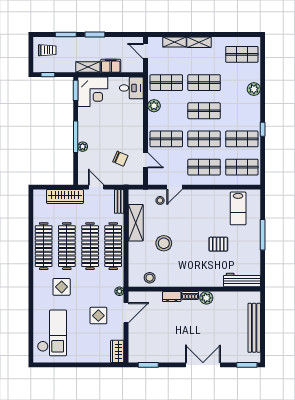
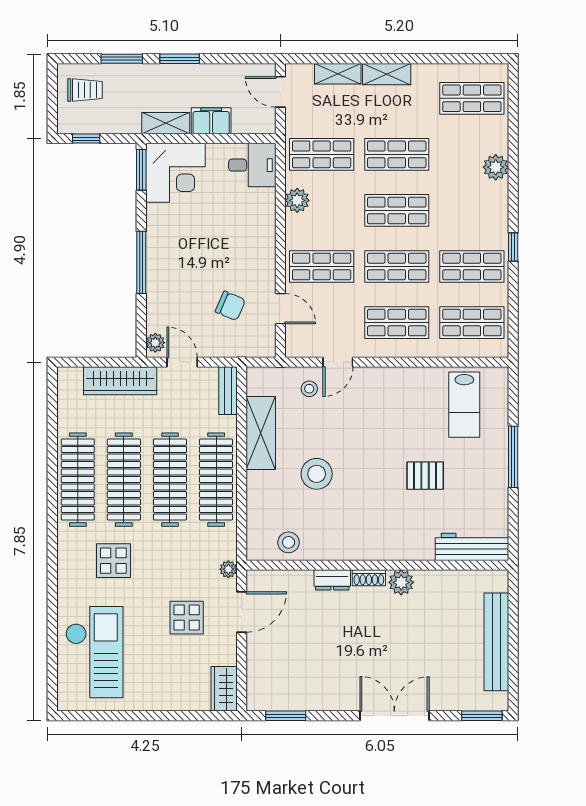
plant: (83, 147) -> (155, 343), moved

